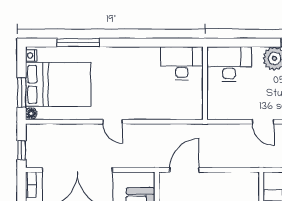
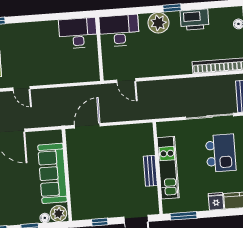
door: (263, 122) -> (126, 81), moved

